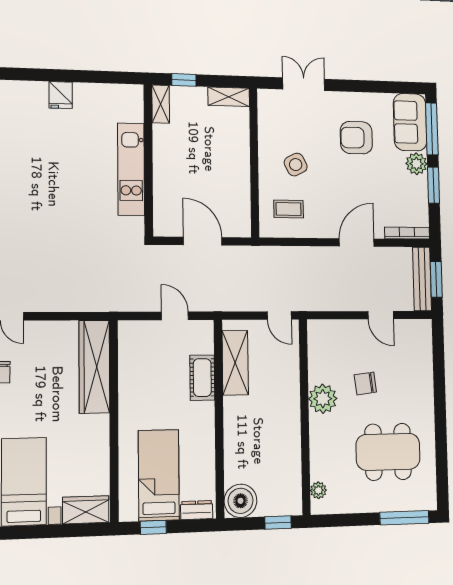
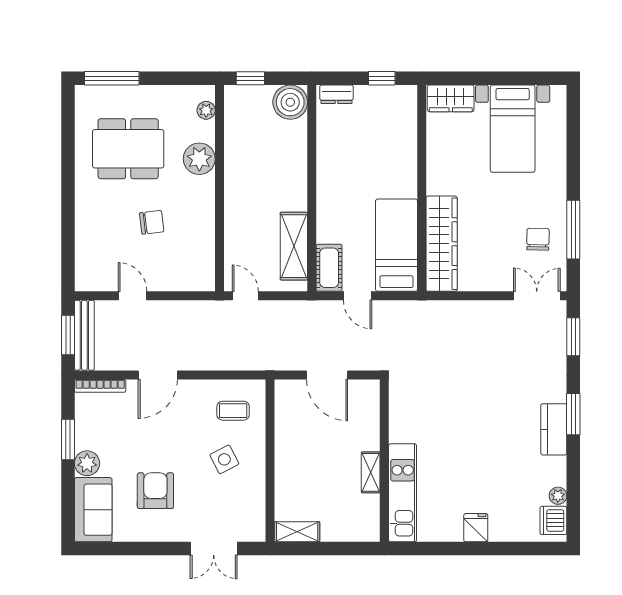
window: (184, 80) -> (345, 548), removed
shelving: (161, 104) -> (371, 472), moved
window: (432, 129) -> (68, 503), removed
armchair: (356, 138) -> (155, 491), turned -90
kitchen unit: (131, 169) -> (403, 493), moved
cot: (202, 378) -> (329, 268), moved
plant: (323, 399) -> (199, 159), moved
bed: (159, 475) -> (396, 245), moved, turned 180

